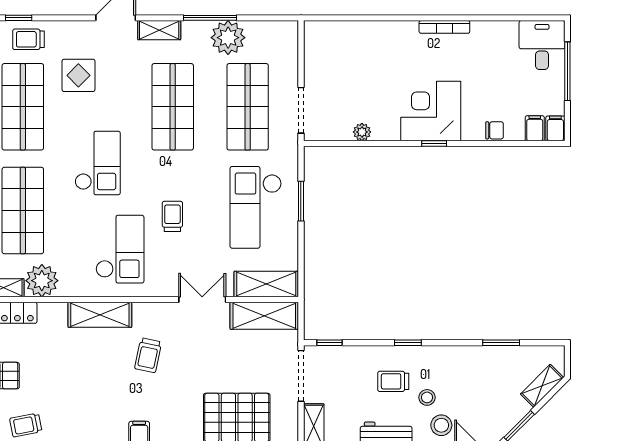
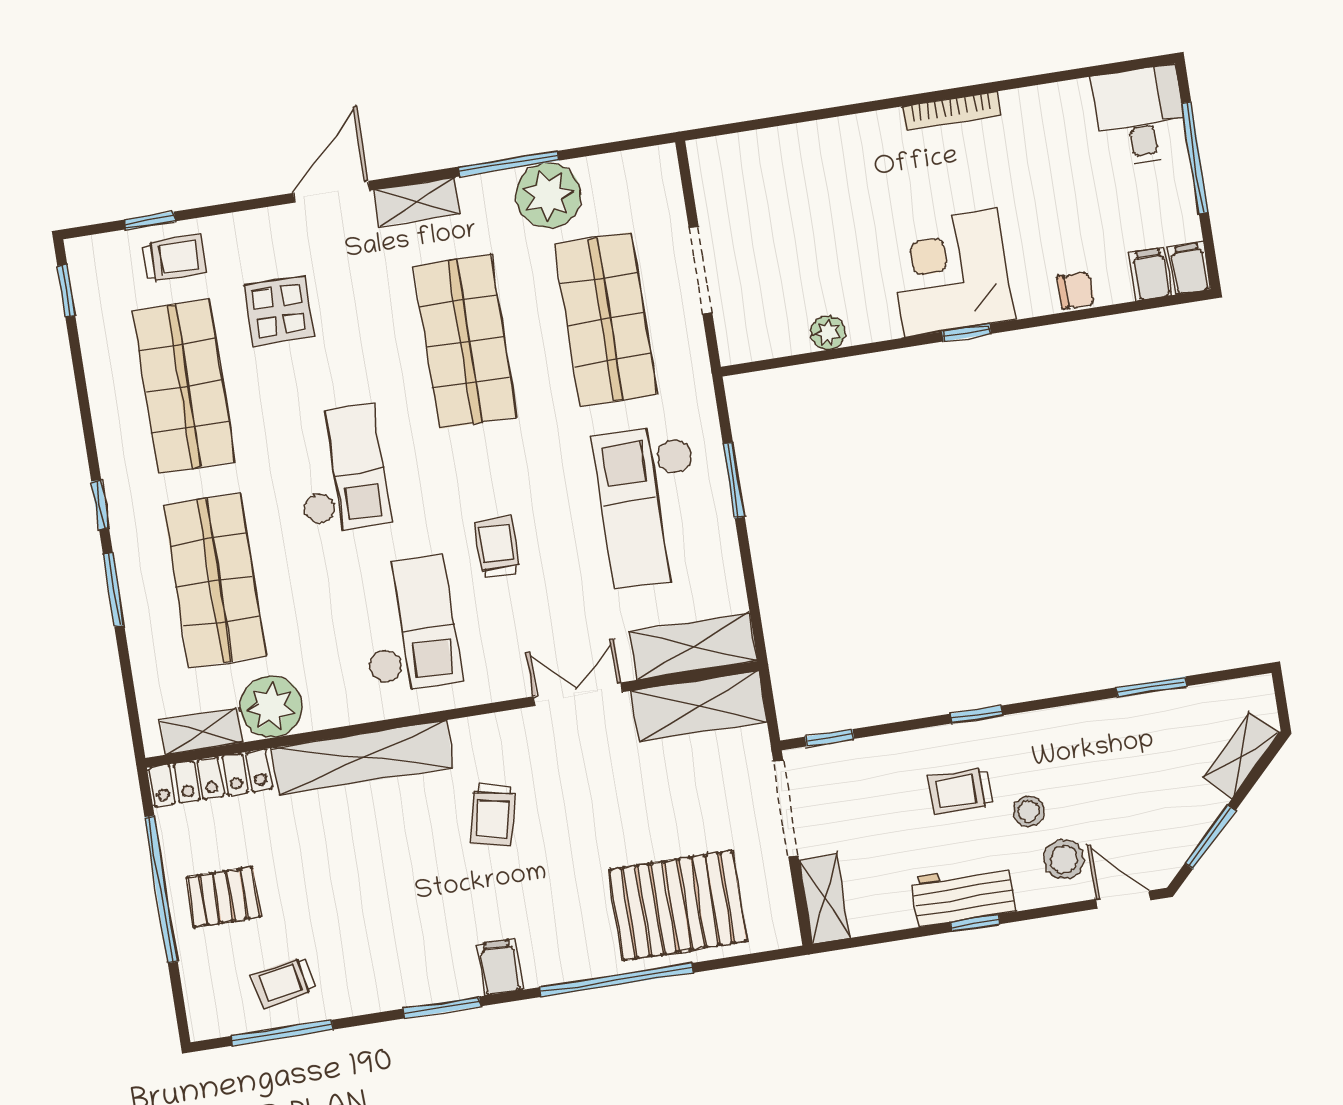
trolley: (29, 39) -> (175, 258), turned 180
doorway: (301, 110) -> (700, 270), moved
shelving: (100, 315) -> (363, 758), width x1.47

